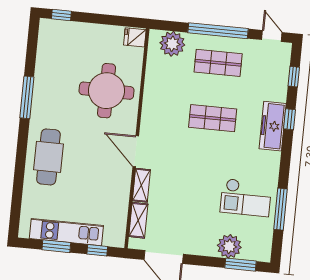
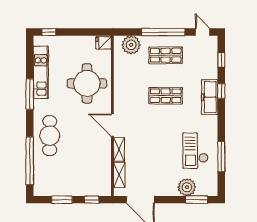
window: (18, 189) -> (30, 161), added
checkout: (246, 198) -> (195, 151), turned 90
kitchen unit: (66, 232) -> (41, 72), moved, turned 90

